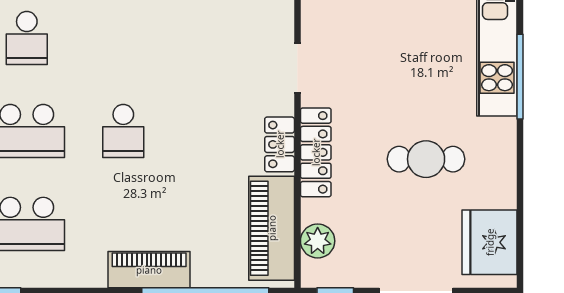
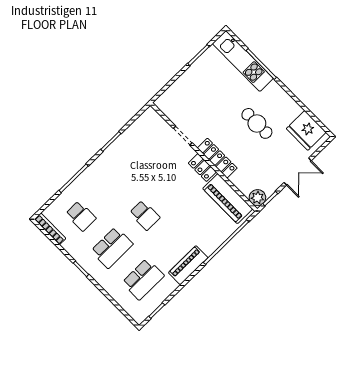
cafe table: (426, 159) -> (257, 123), turned 90
plant: (318, 241) -> (257, 198), moved
piano: (149, 270) -> (188, 265), moved

